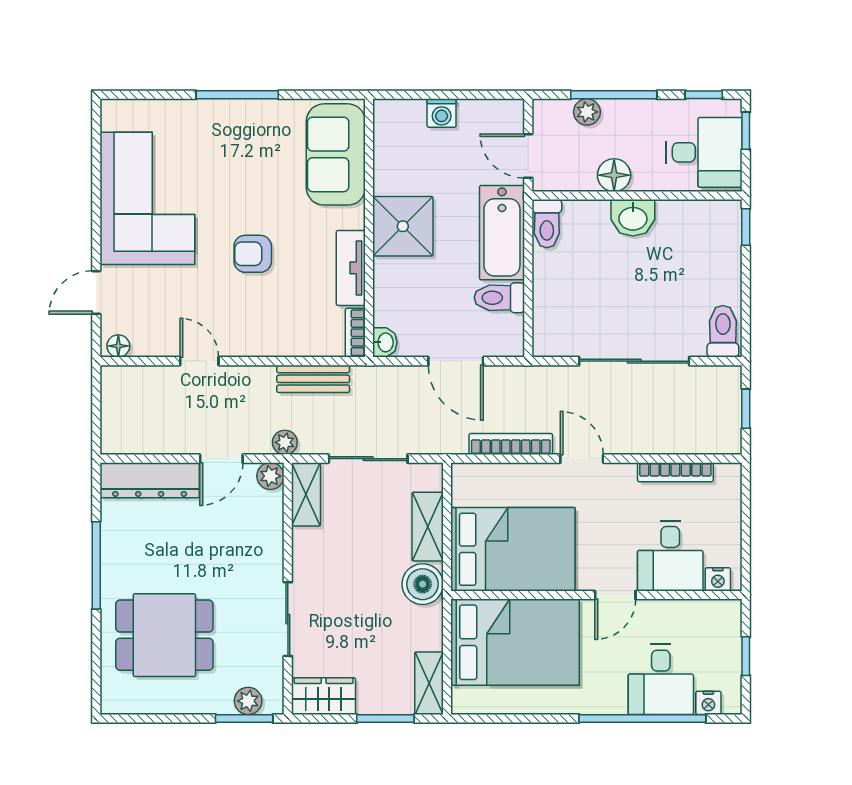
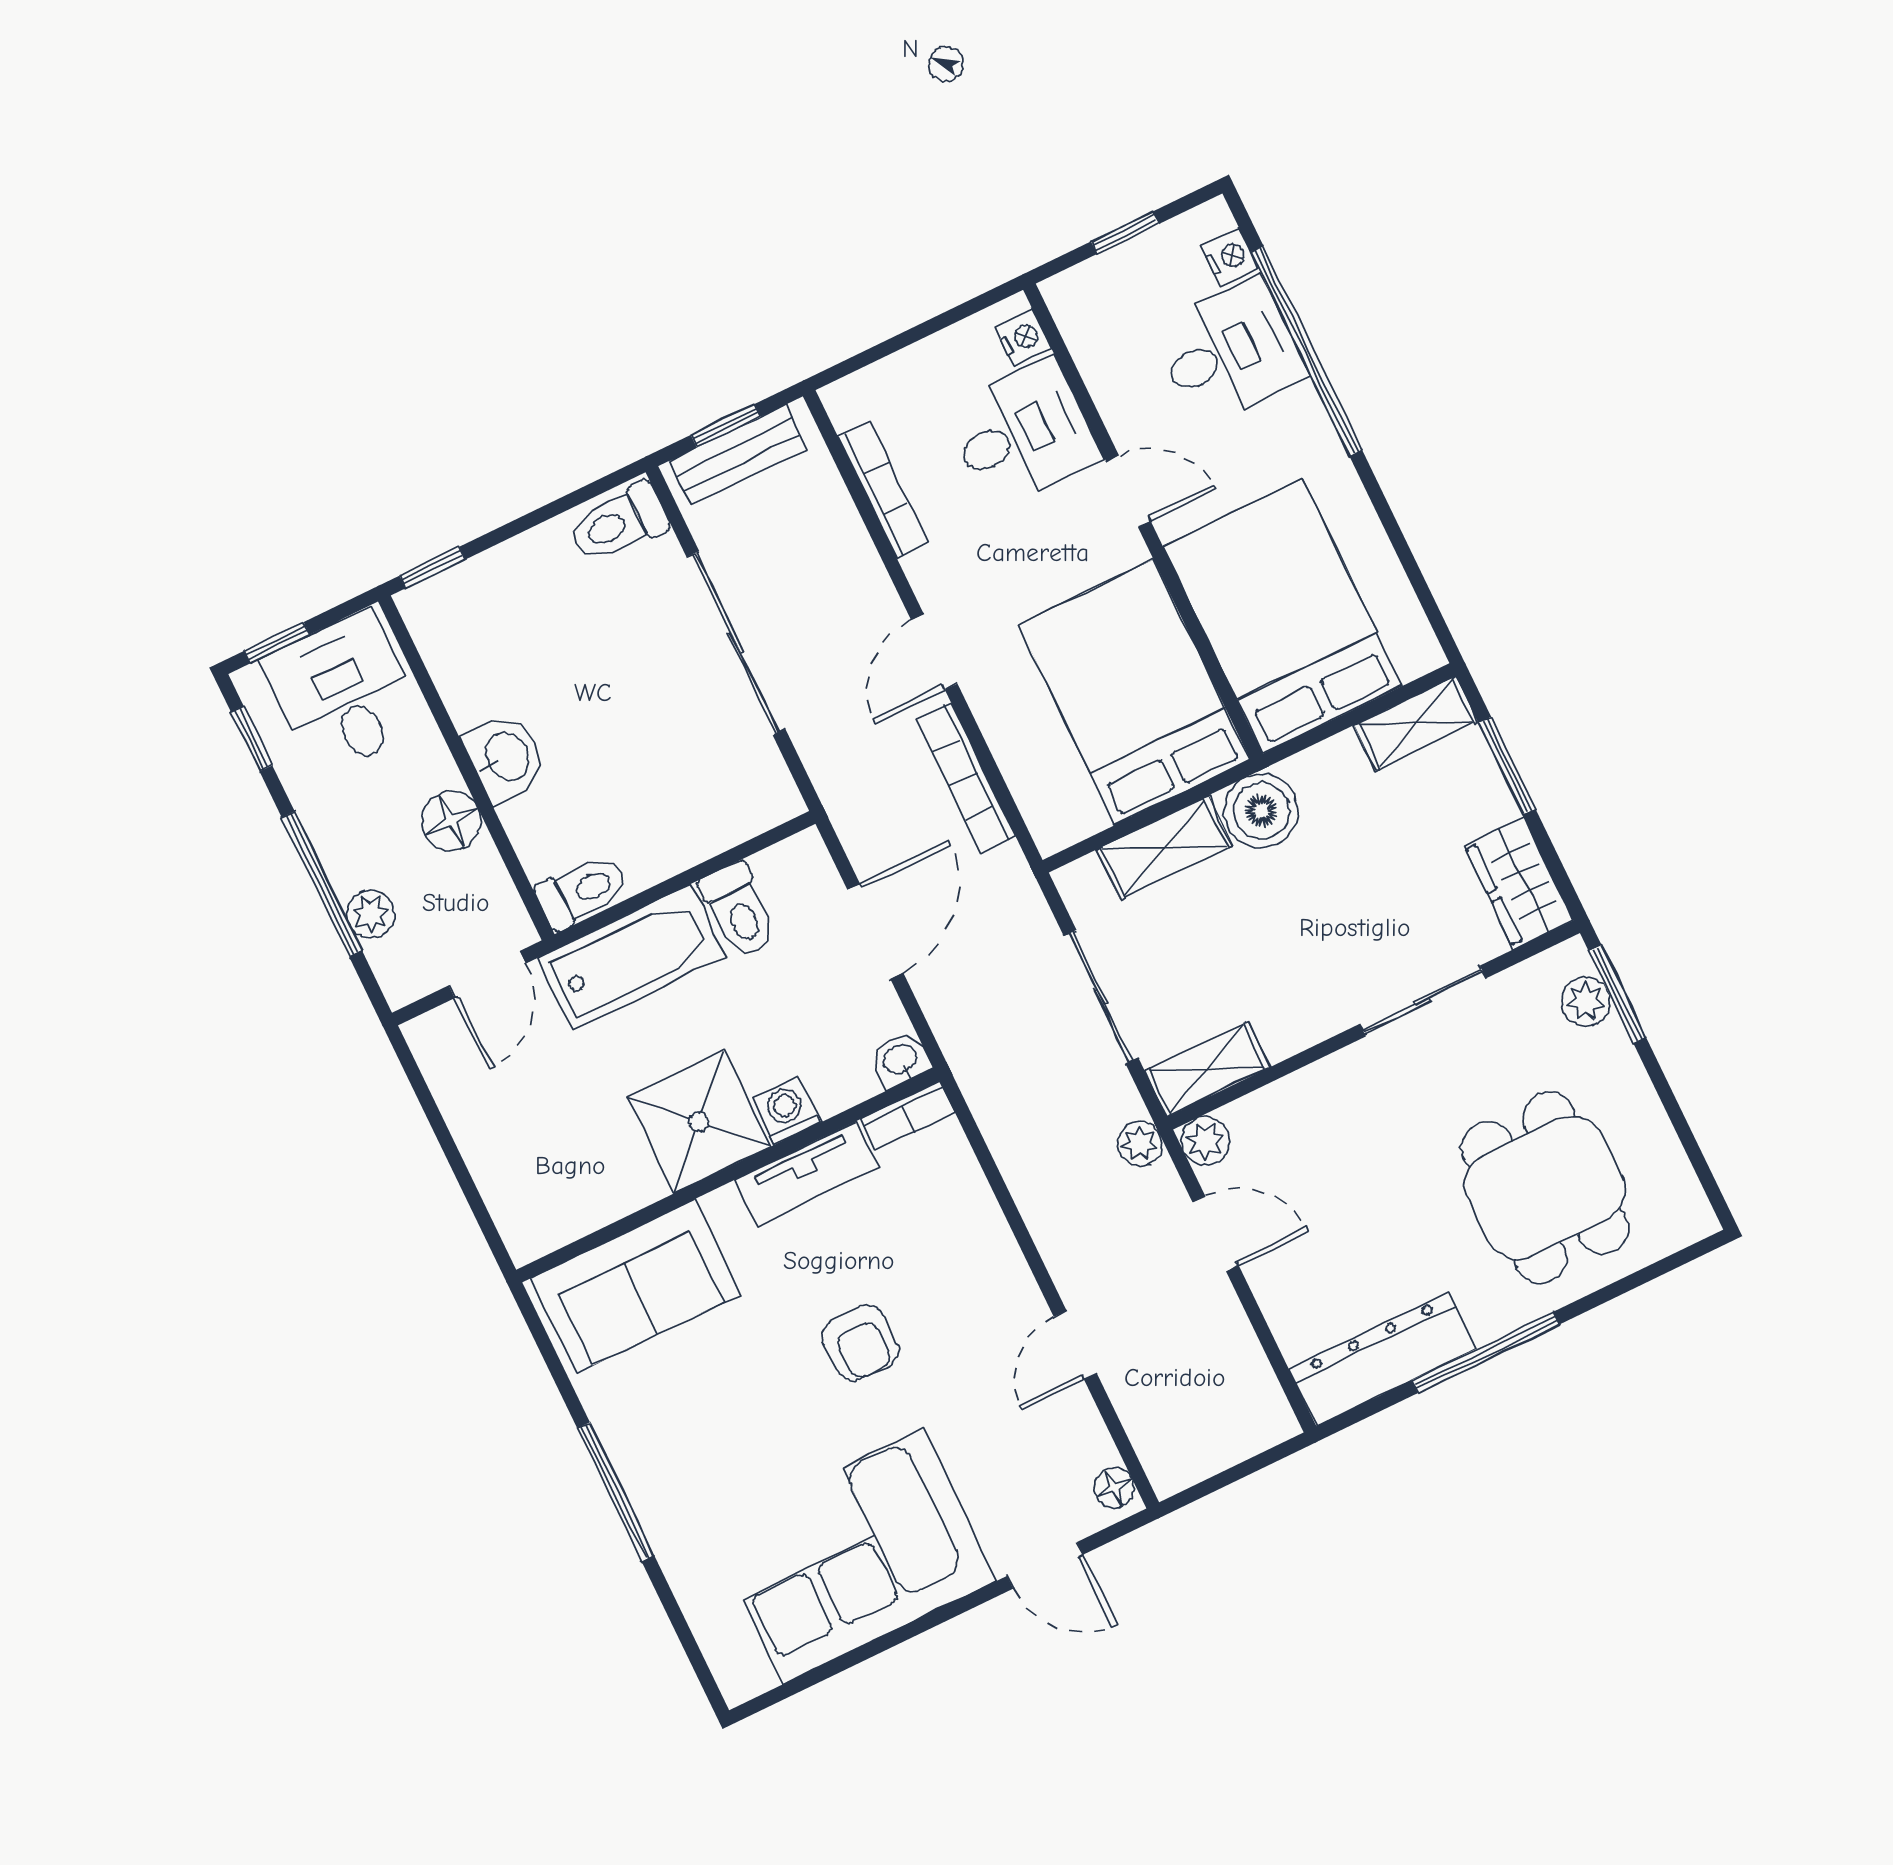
washing machine: (442, 113) -> (787, 1110), moved, turned -90
bench: (313, 379) -> (738, 455), moved, turned 90
dresser: (150, 480) -> (1383, 1359), moved, turned -90

